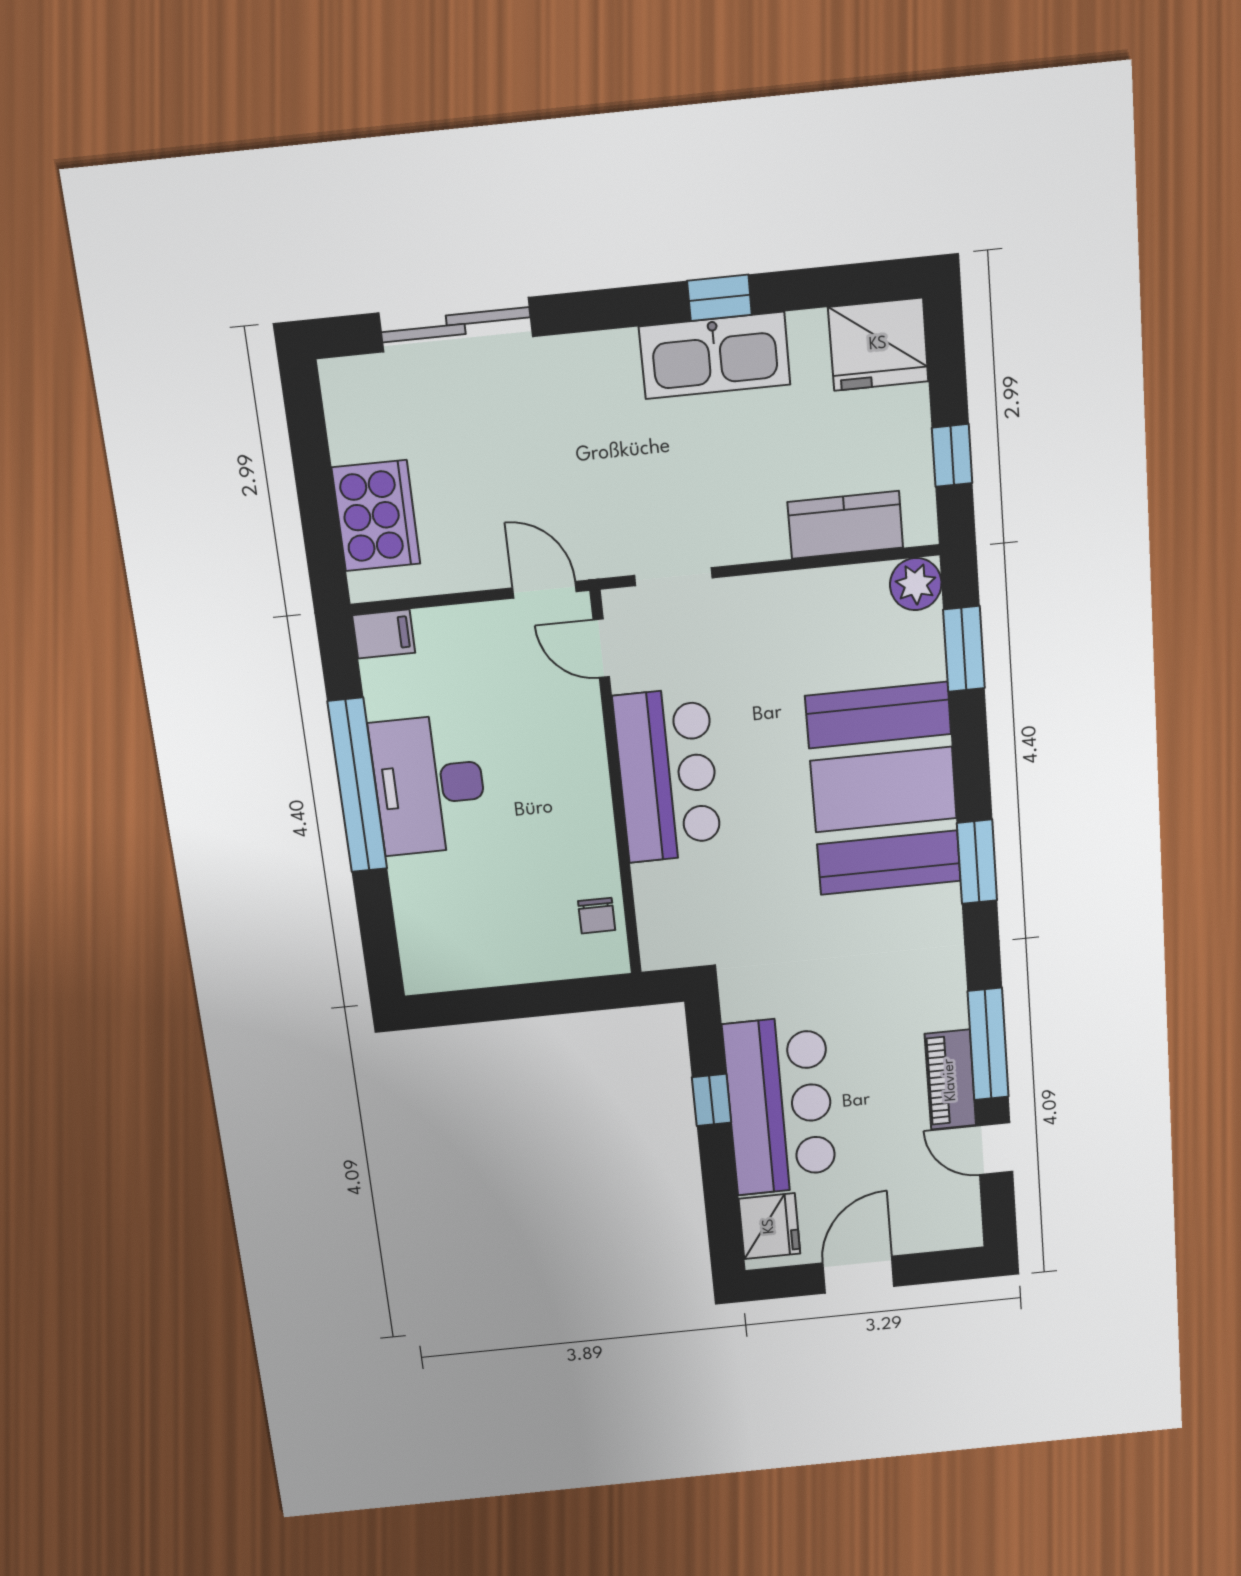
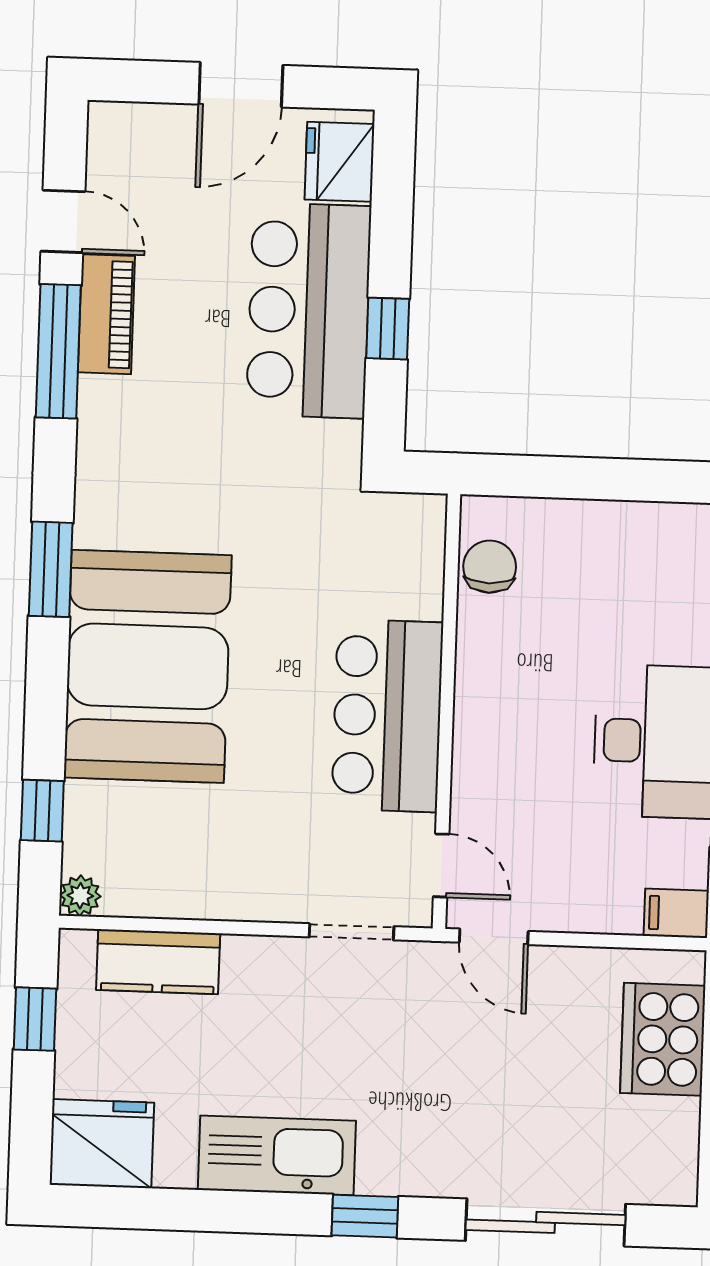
window: (719, 298) -> (365, 1216), moved
plant: (916, 584) -> (80, 896), width x0.73, depth x0.73
window: (964, 649) -> (42, 811), width x0.67
chair: (597, 916) -> (490, 567), width x1.37, depth x1.37

